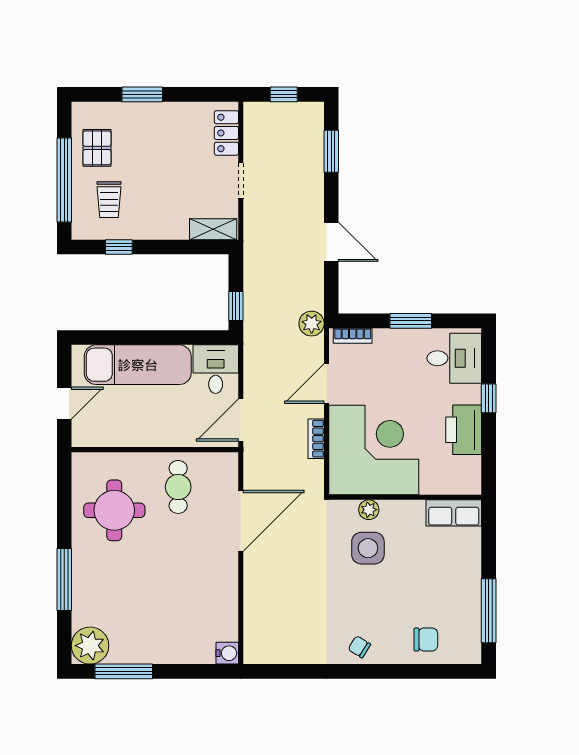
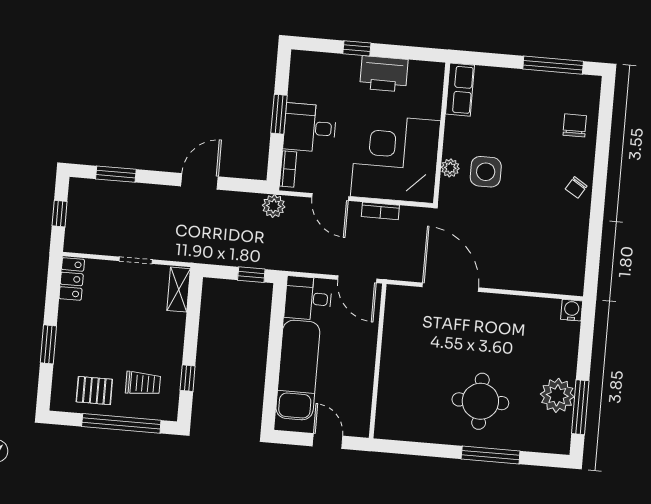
locker: (226, 133) -> (72, 279), moved, turned -90
desk: (454, 358) -> (310, 128), moved, turned -90
cafe table: (178, 487) -> (414, 342), removed
round table: (114, 510) -> (480, 401), moved
plant: (90, 646) -> (557, 395), moved

